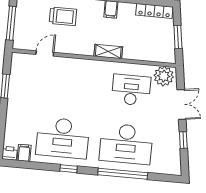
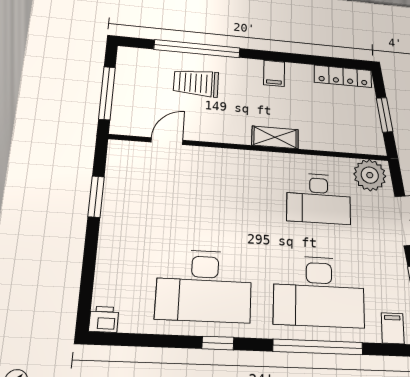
trolley: (63, 16) -> (196, 83), turned 180
desk: (131, 90) -> (319, 199), turned 180
filing cabinet: (24, 153) -> (393, 328), moved

